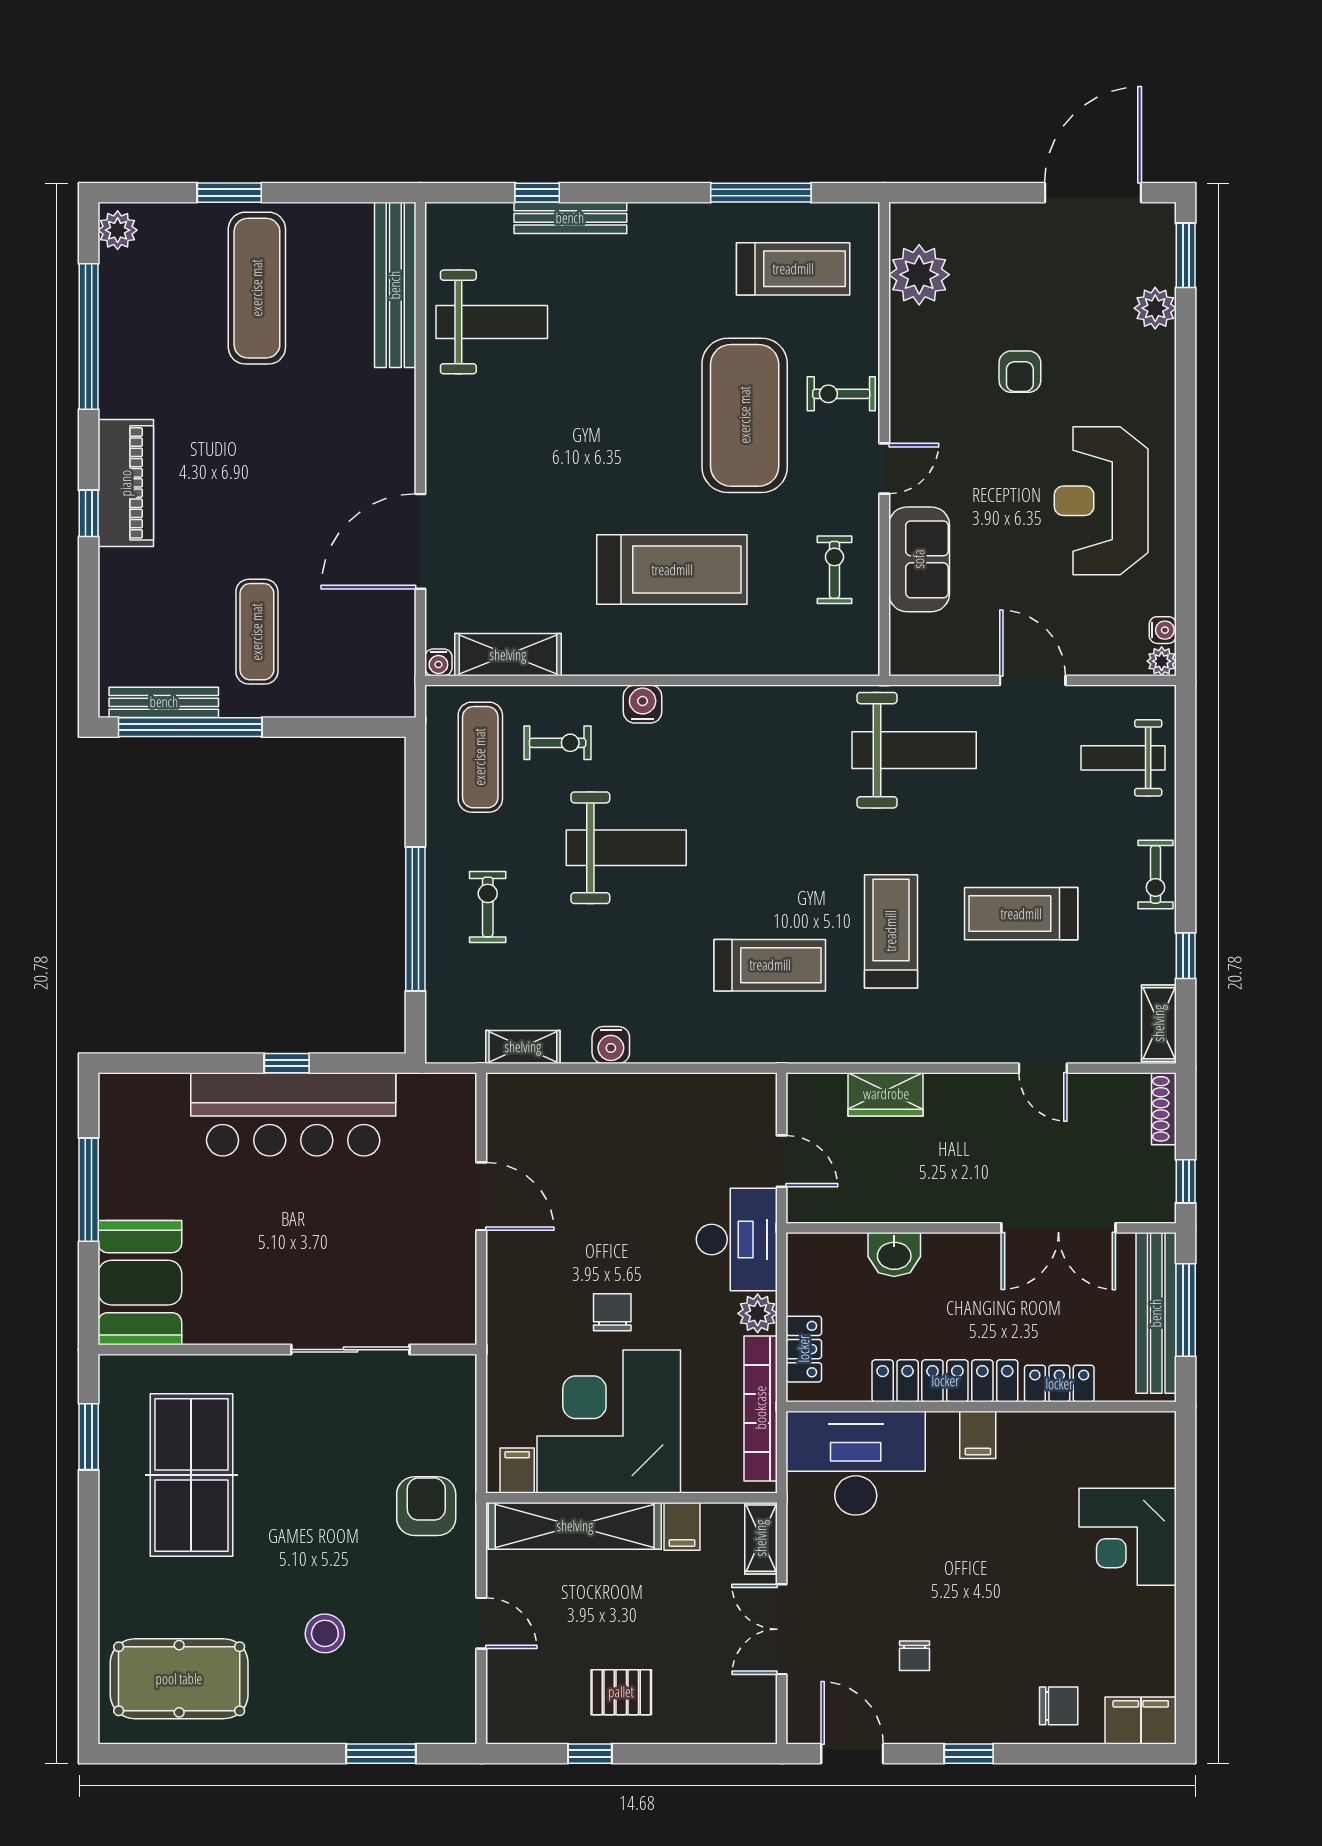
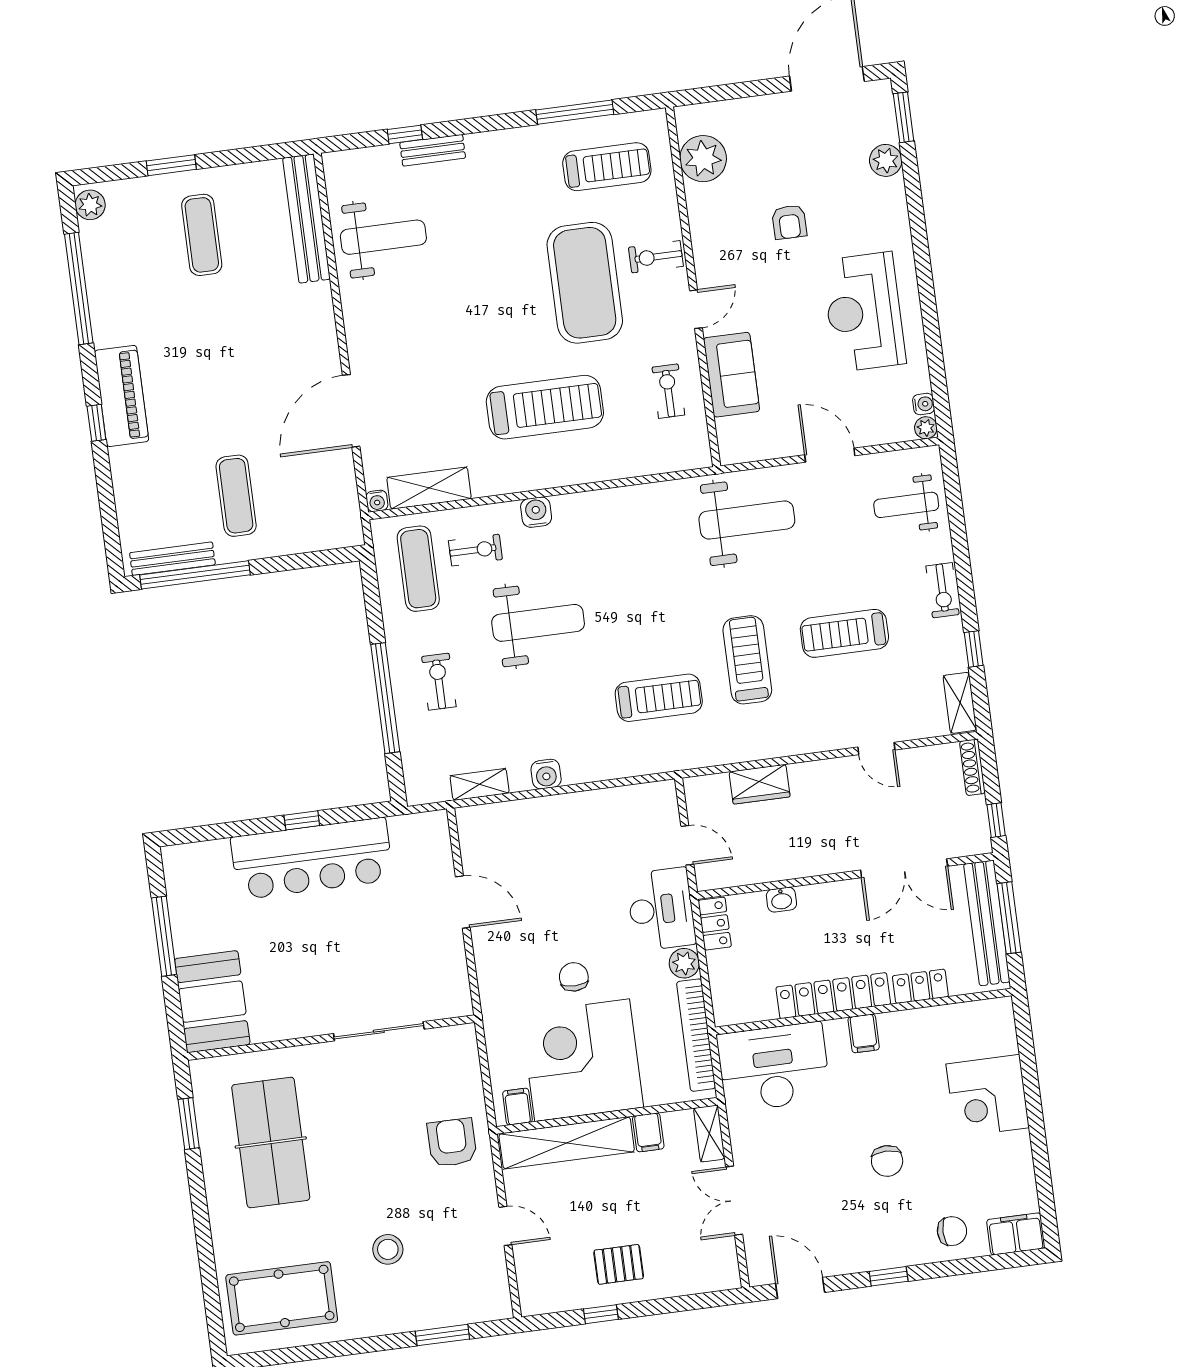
bench: (570, 218) -> (433, 150), width x0.73
exercise mat: (257, 288) -> (202, 235), width x0.73, depth x0.69
washbasin: (894, 1254) -> (781, 900), width x0.72, depth x0.69
locker: (804, 1349) -> (715, 924), moved
chair: (915, 1656) -> (887, 1161), moved, width x1.37, depth x1.37

